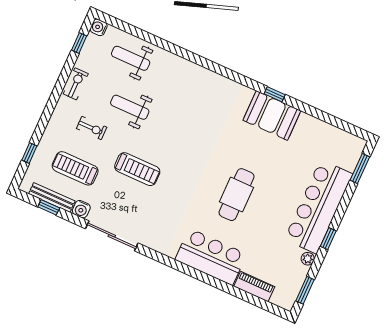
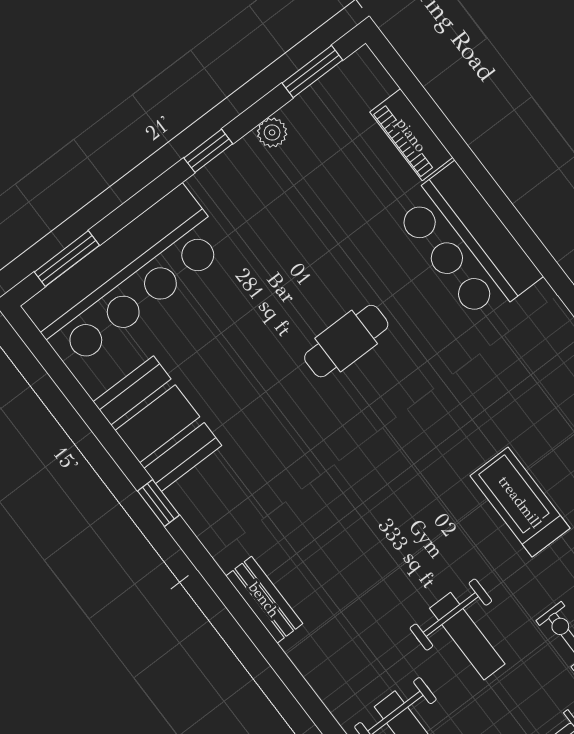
bench: (214, 79) -> (264, 600), added
booth: (272, 115) -> (157, 424), moved
cafe table: (237, 195) -> (346, 341), width x0.73, depth x0.74
bar counter: (319, 207) -> (126, 277), moved

